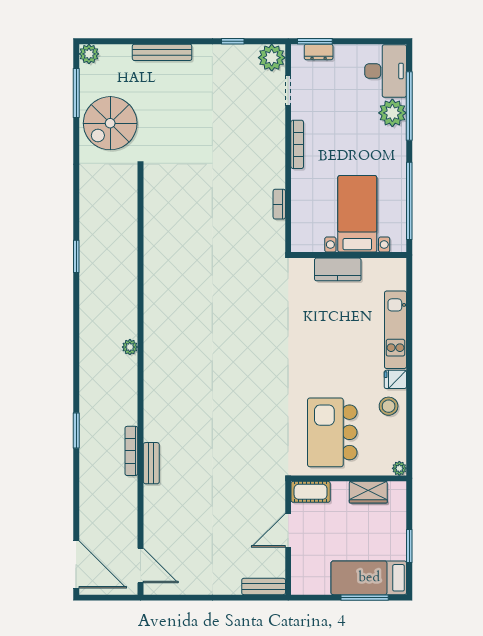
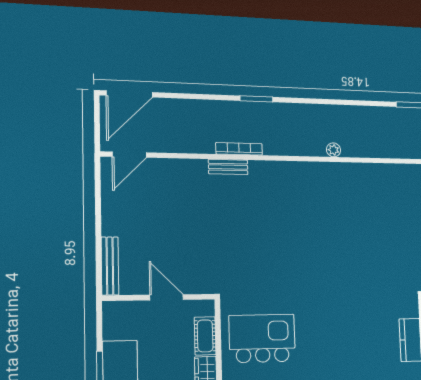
cot: (311, 492) -> (205, 336), moved
bench: (264, 586) -> (110, 266), width x1.36

